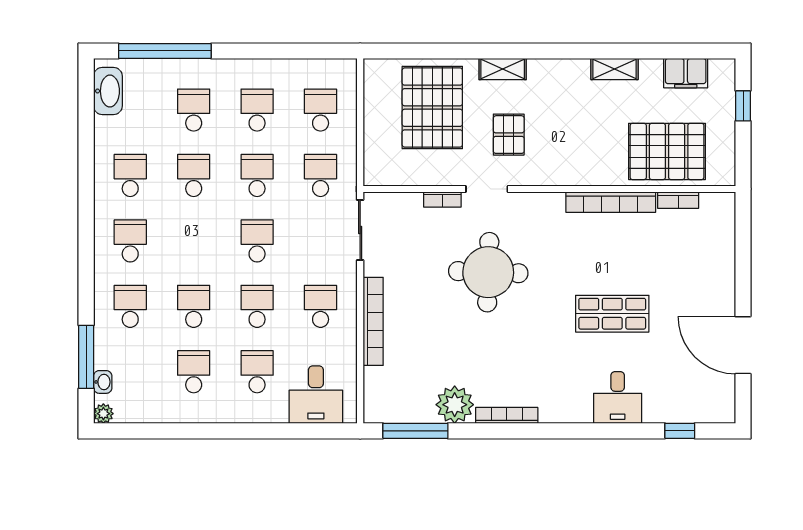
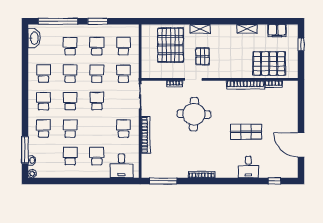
window: (259, 51) -> (98, 21), added
school desk: (257, 306) -> (70, 101), moved
plant: (455, 405) -> (180, 170), removed

